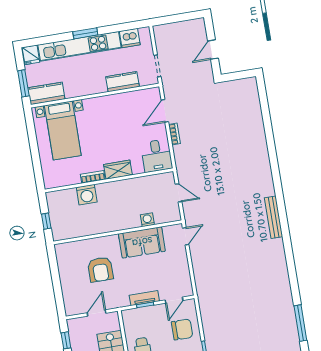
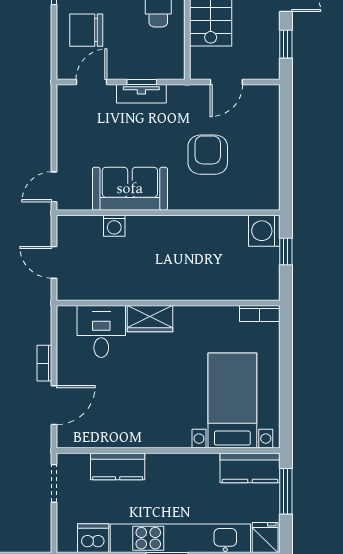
desk: (157, 156) -> (101, 331), moved
bookcase: (93, 177) -> (260, 313), moved
washing machine: (87, 195) -> (264, 231), moved, turned -90

